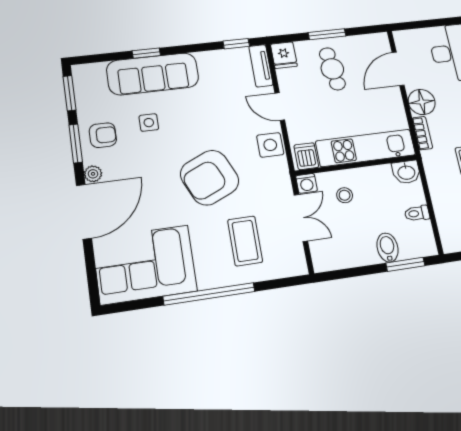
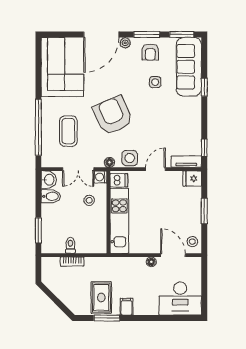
stool: (373, 45) -> (192, 242), added
cafe table: (332, 69) -> (178, 210), removed
sofa: (153, 74) -> (189, 67), moved
floor lamp: (422, 102) -> (151, 262), width x0.53, depth x0.53
bookcase: (422, 133) -> (72, 262), moved
washbasin: (406, 172) -> (49, 180), moved, turned 180
floor lamp: (282, 173) -> (109, 162), added
door: (84, 212) -> (101, 34), hinge flipped
coffee table: (245, 241) -> (68, 131), turned 90
bidet: (387, 247) -> (51, 196), moved
window: (209, 294) -> (38, 127), moved

